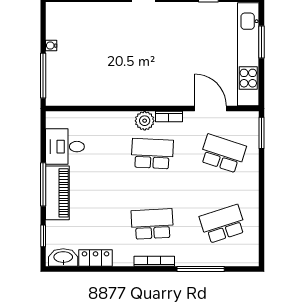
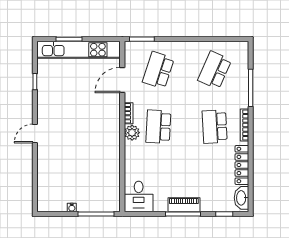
desk: (65, 147) -> (139, 196), moved
piano: (57, 193) -> (184, 205), width x0.73, depth x0.75
school desk: (223, 224) -> (215, 70), turned 42
locker: (96, 258) -> (242, 165), width x1.53

